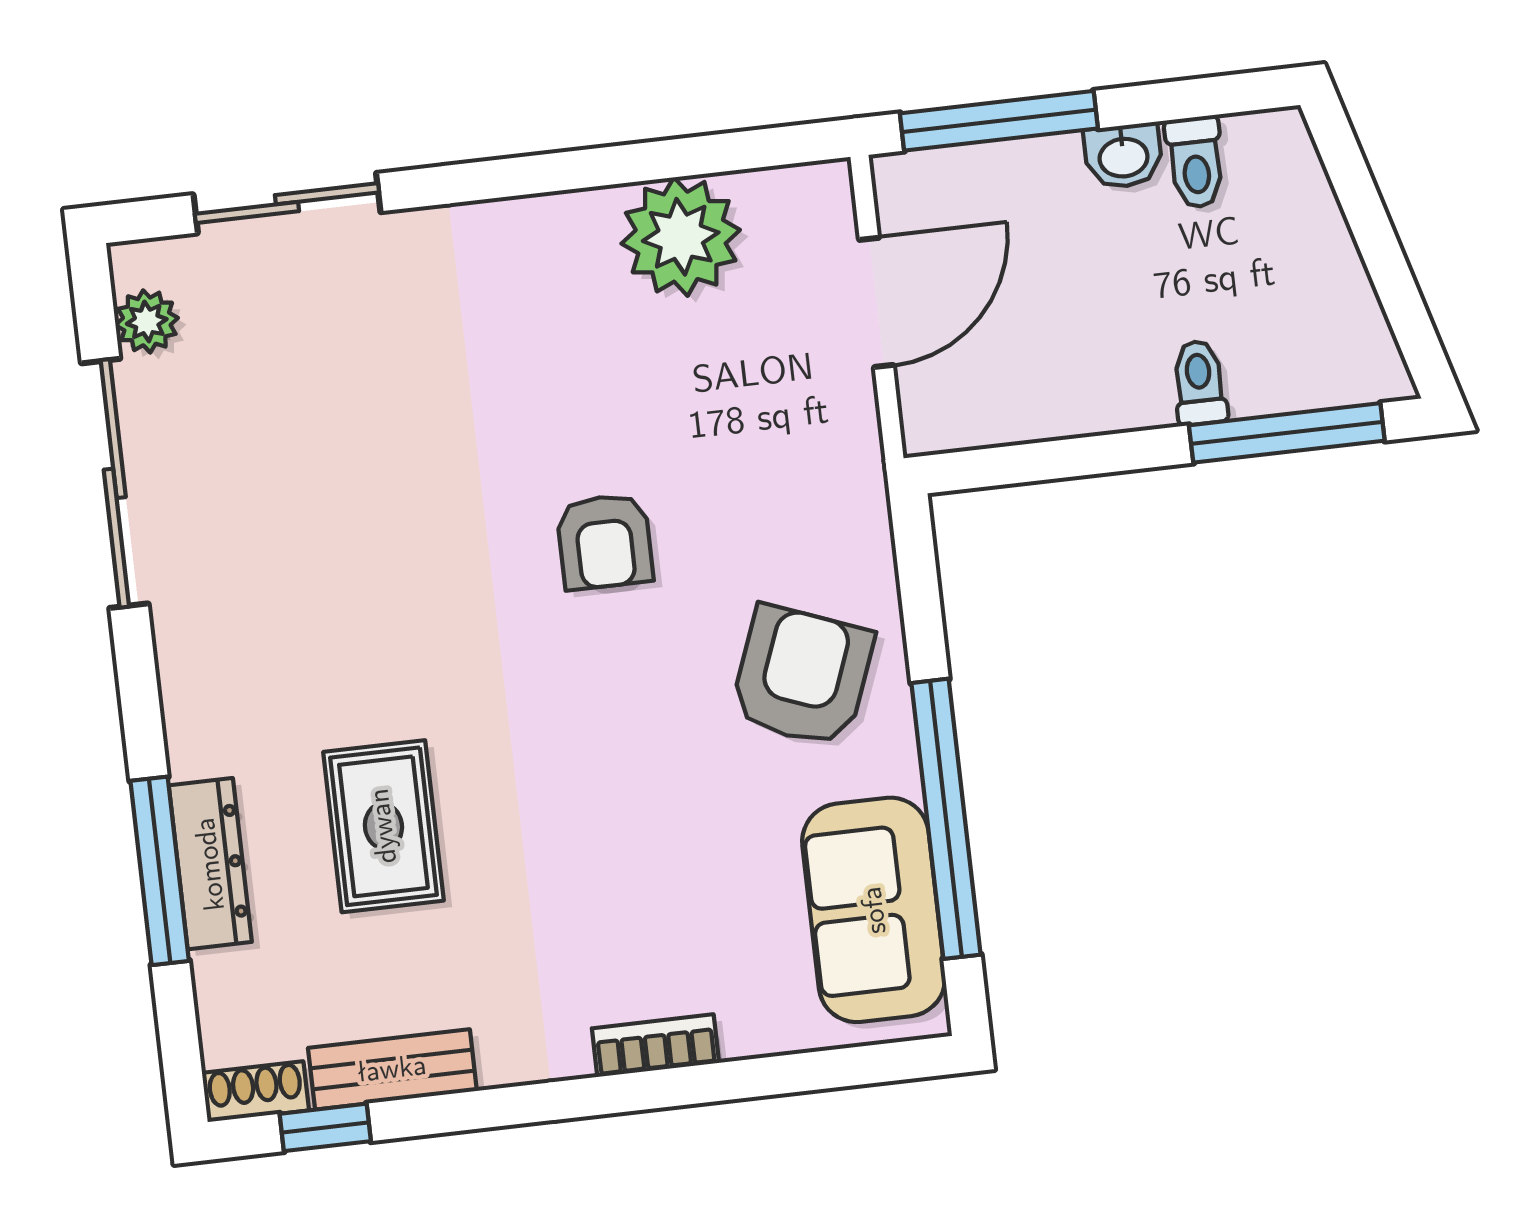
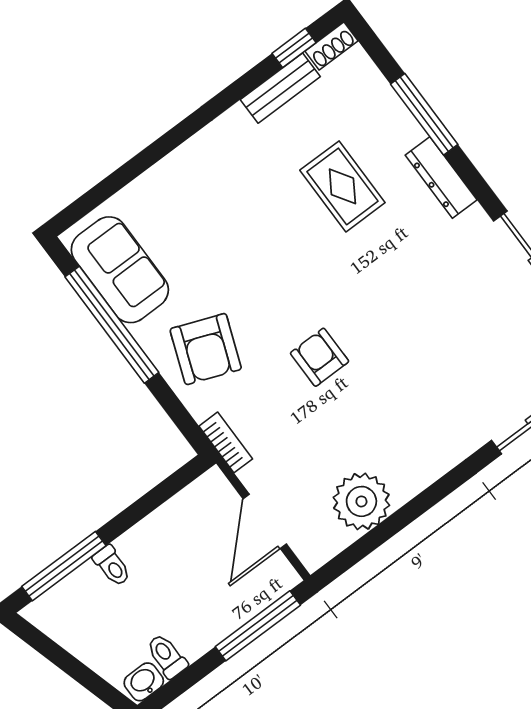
washbasin: (1123, 156) -> (144, 682), moved
dresser: (210, 864) -> (441, 178), moved
bookcase: (655, 1046) -> (226, 442), moved, turned -90

